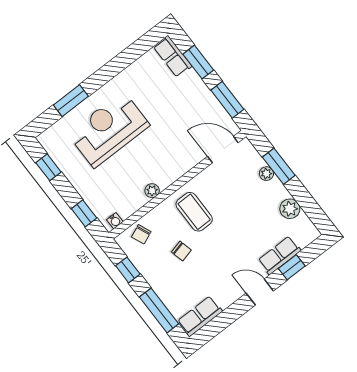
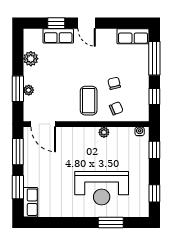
chair: (141, 234) -> (116, 108), moved

